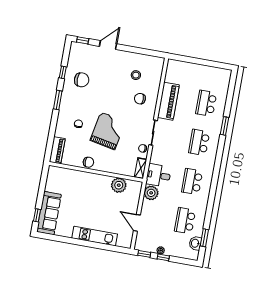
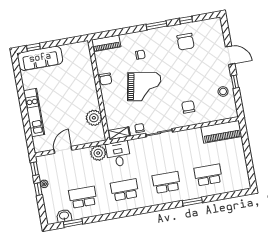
window: (83, 40) -> (235, 82), moved
stool: (136, 75) -> (223, 91), moved
piano: (168, 101) -> (221, 132), moved

